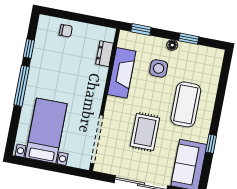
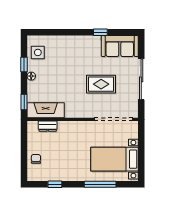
side table: (159, 68) -> (38, 52), moved
fireplace: (122, 73) -> (46, 110), moved
window: (22, 86) -> (100, 184), moved
coffee table: (186, 104) -> (74, 57), removed

